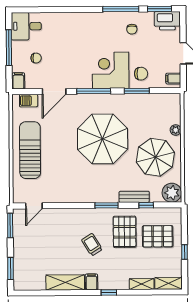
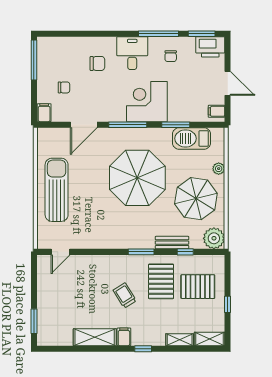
desk: (26, 26) -> (132, 53), moved, turned 90
window: (9, 48) -> (34, 60), moved
chair: (141, 74) -> (97, 63), moved
barbecue: (29, 101) -> (192, 138), moved, width x1.88, depth x1.53
window: (10, 225) -> (34, 273), removed

